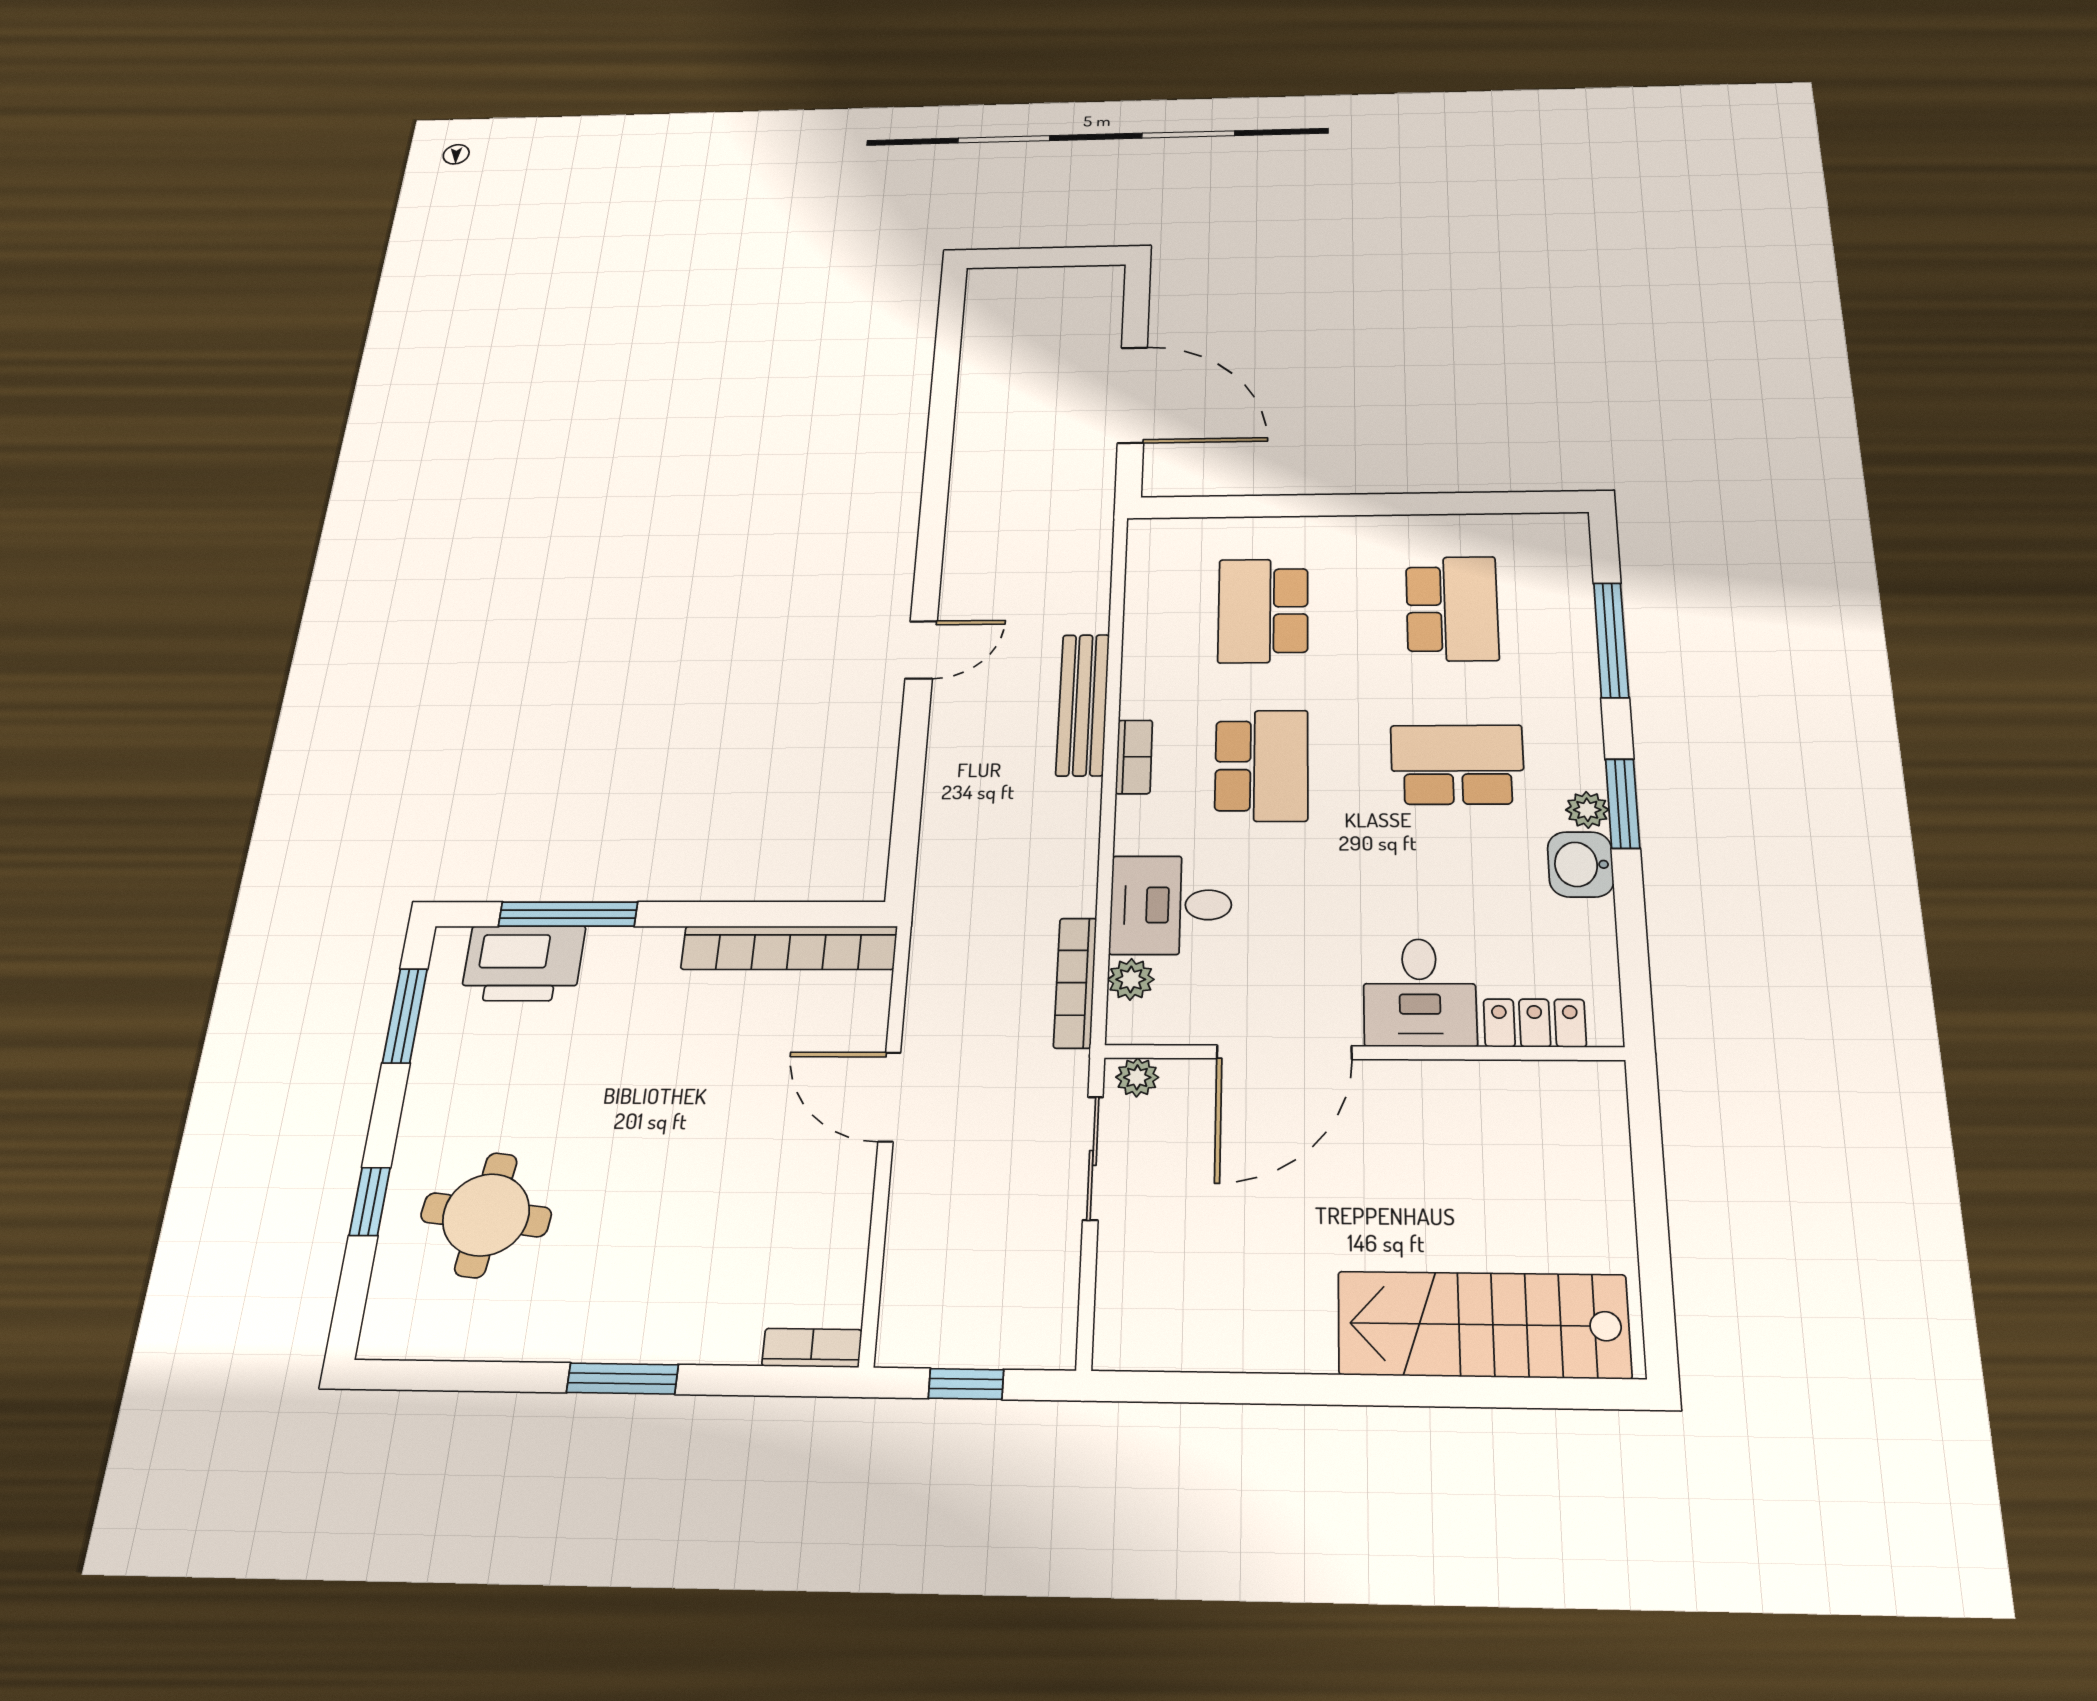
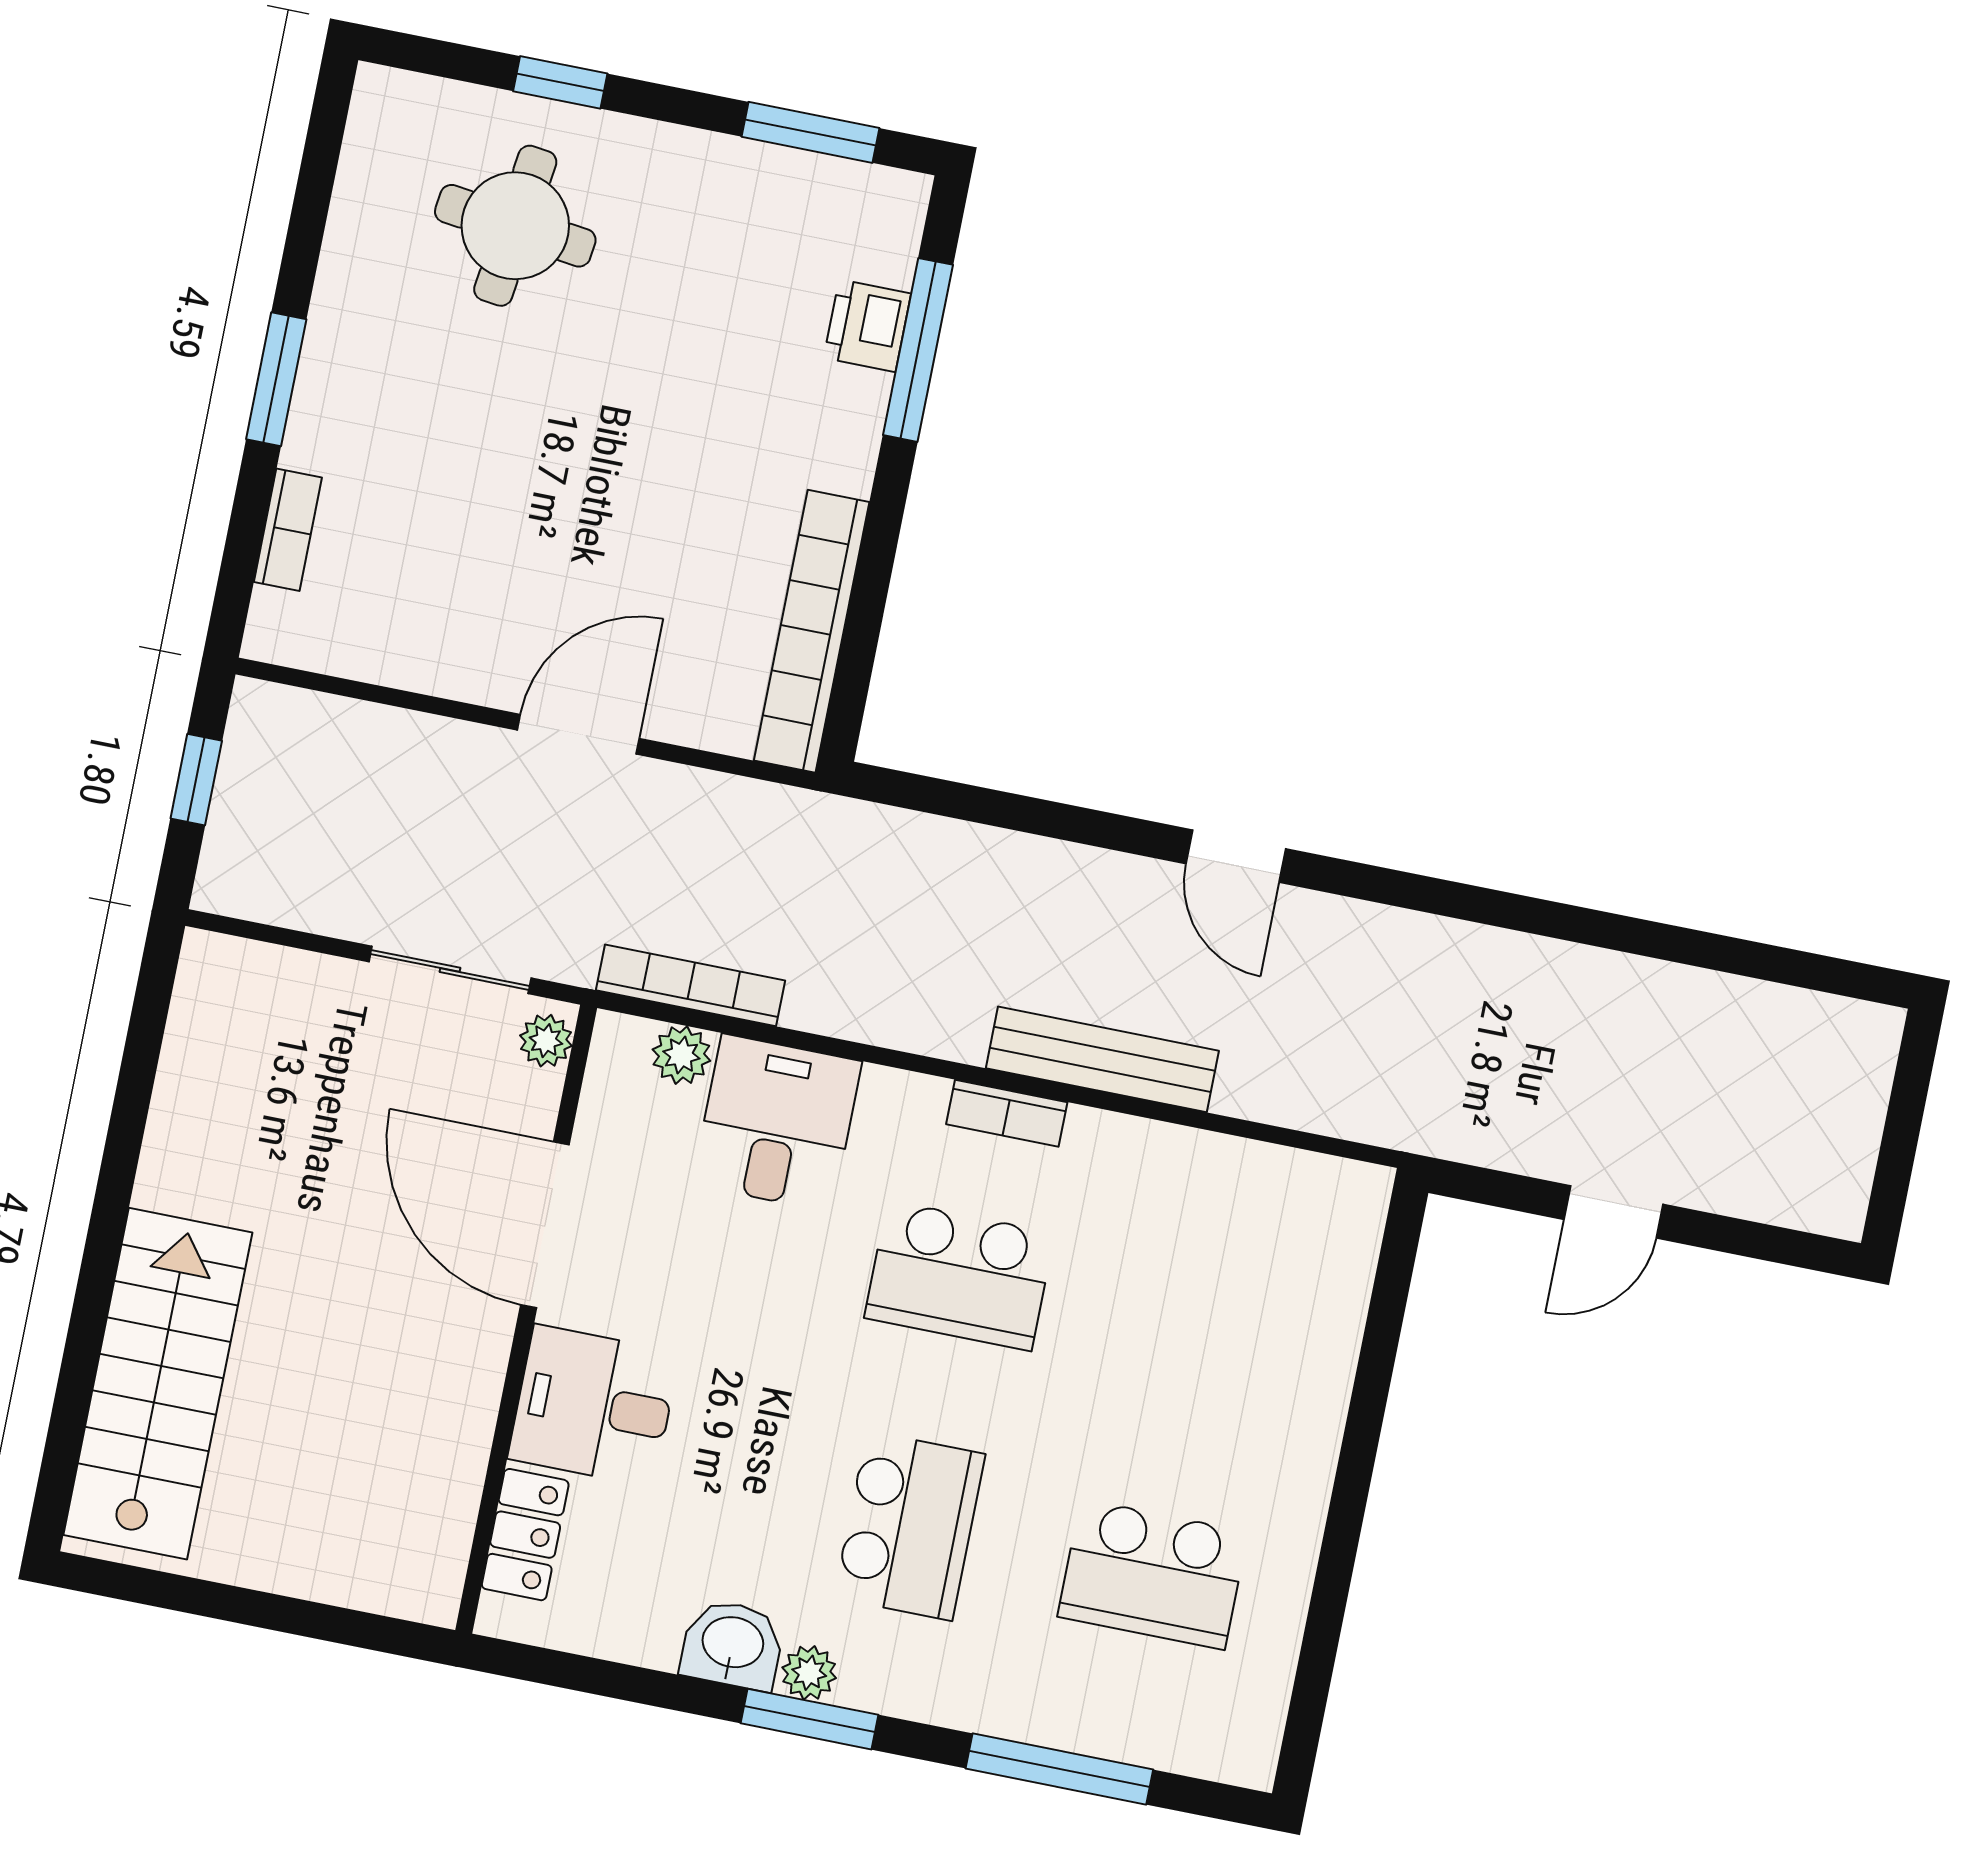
door: (1132, 395) -> (1613, 1212), width x0.53
school desk: (1263, 611) -> (1203, 1324), removed
printer: (523, 963) -> (867, 326), width x0.53, depth x0.68
bookcase: (812, 1348) -> (288, 530), moved

